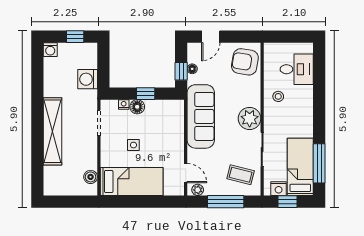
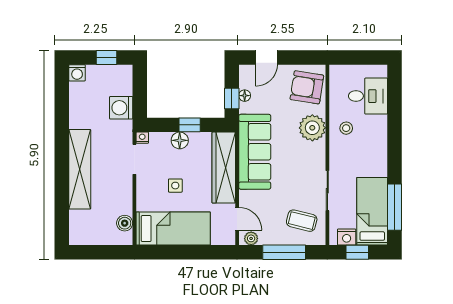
nightstand: (124, 105) -> (142, 138), moved
plant: (250, 118) -> (312, 128), moved
wardrobe: (174, 130) -> (224, 168), added

